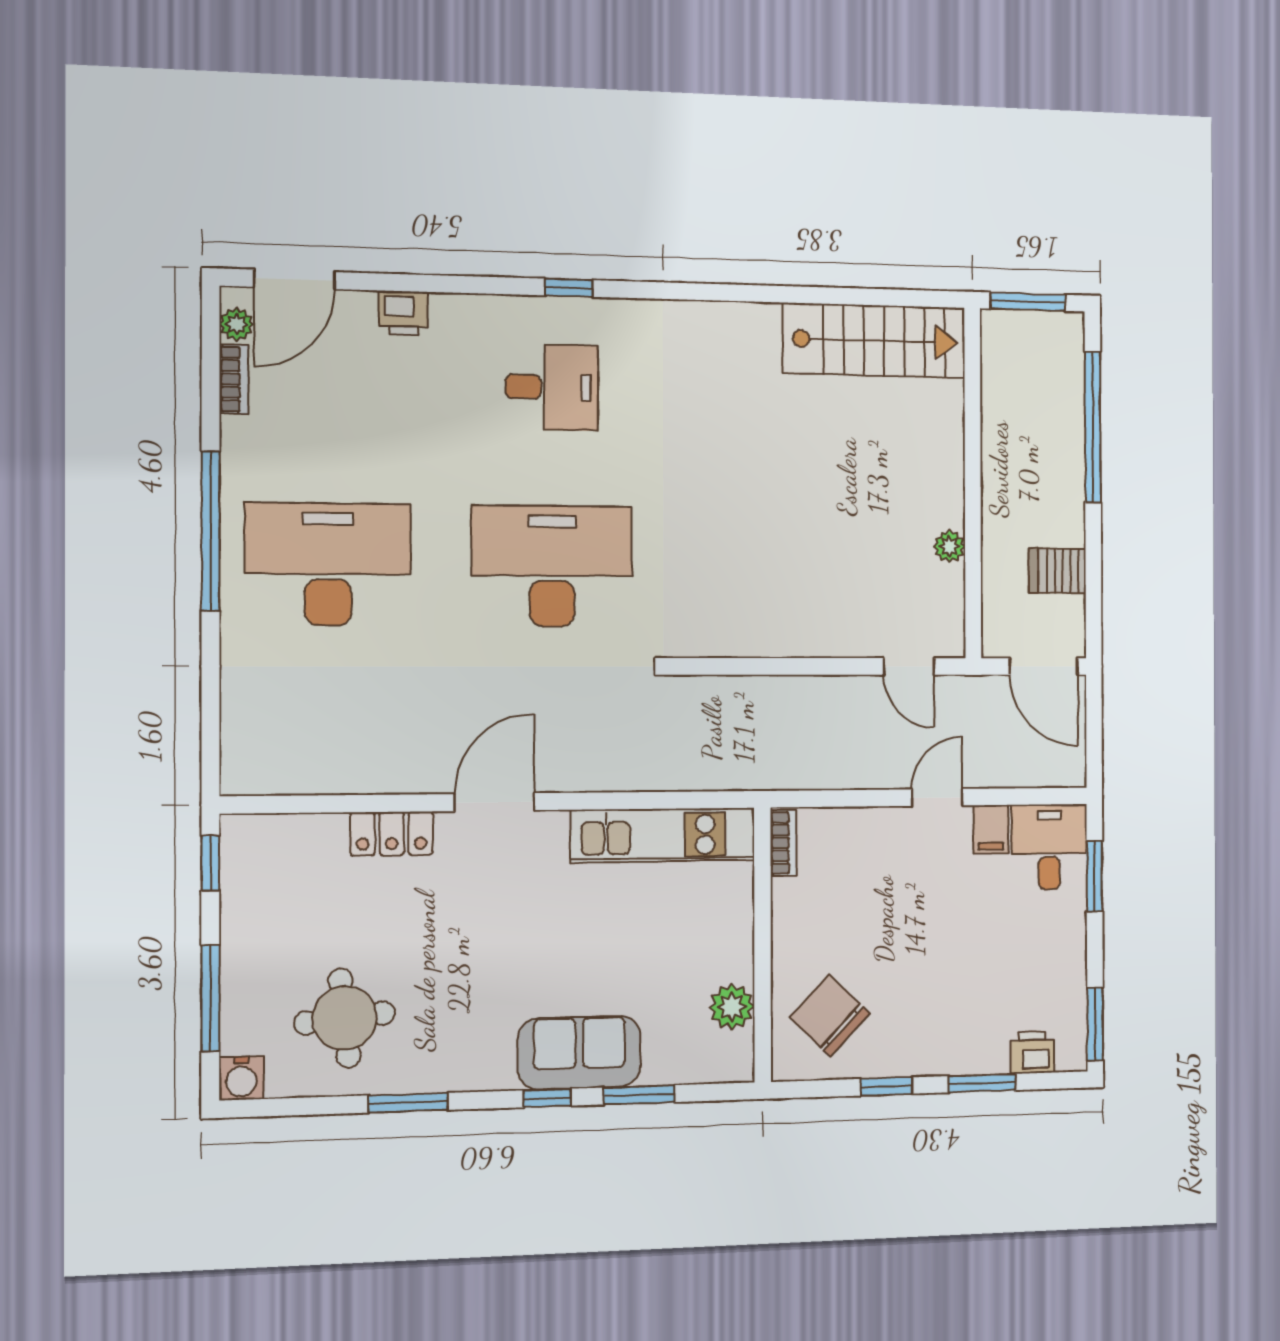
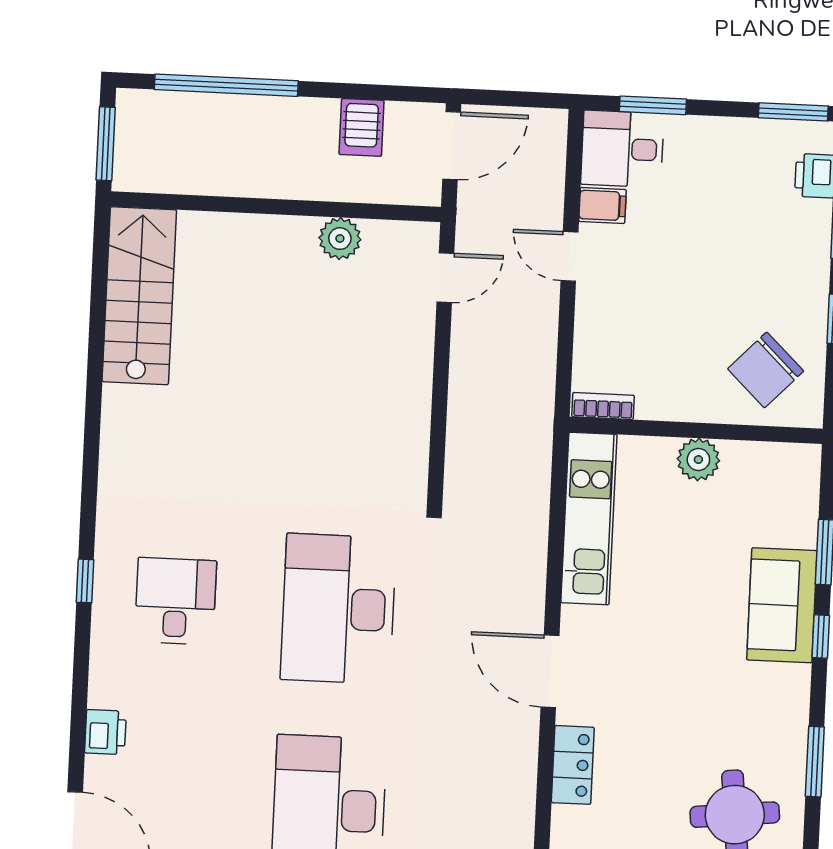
plant: (949, 546) -> (340, 239), width x1.38, depth x1.38
plant: (732, 1007) -> (698, 460), moved

